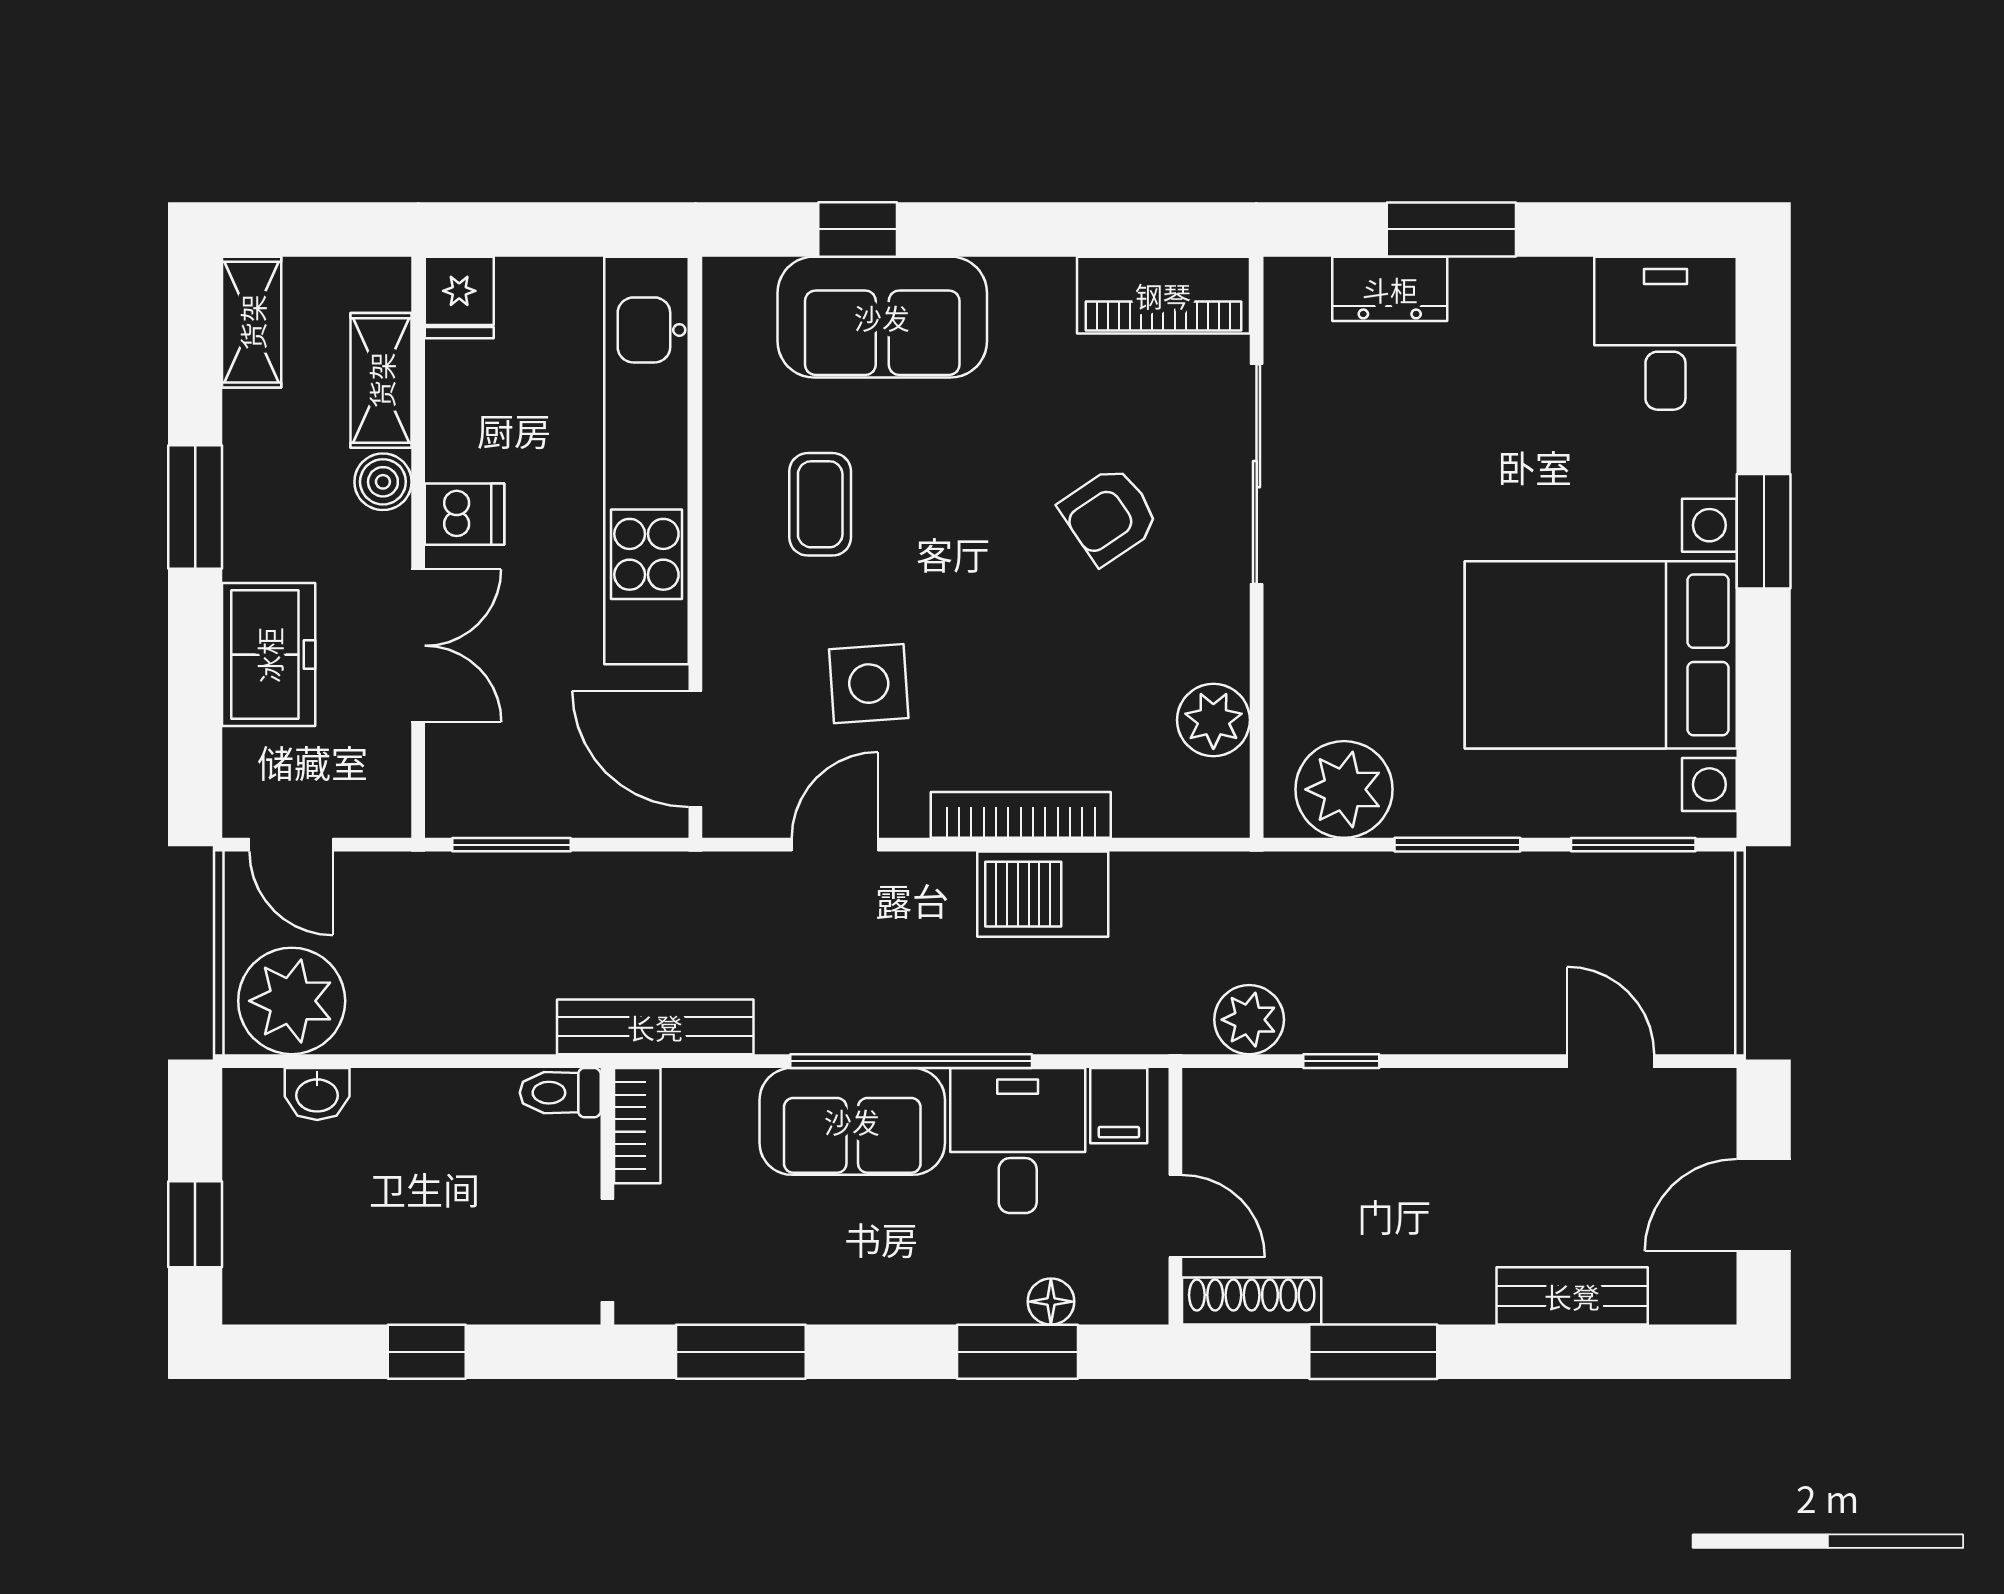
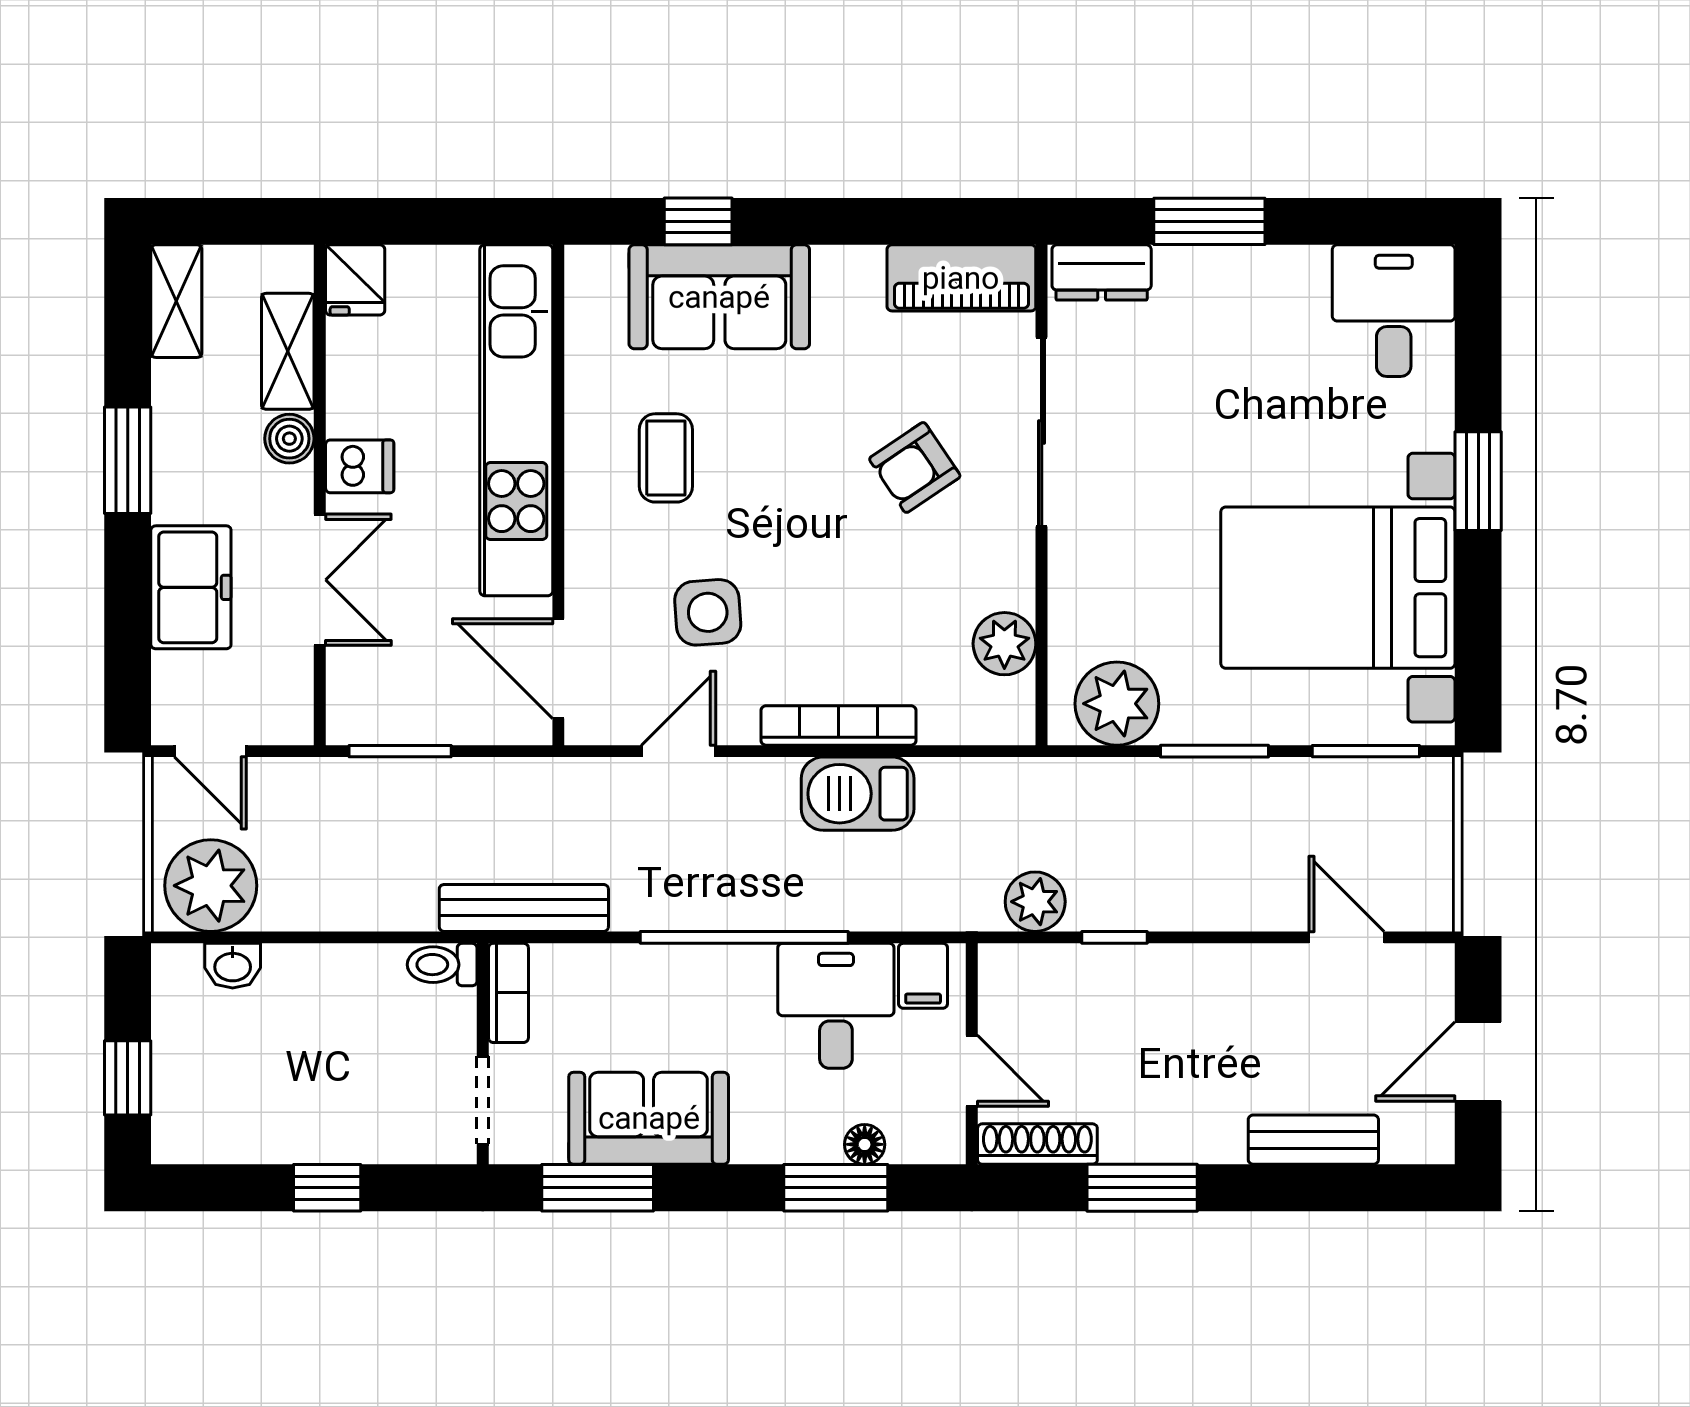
dresser: (1390, 289) -> (1102, 272), moved
sofa: (852, 1121) -> (649, 1118), moved, turned 180

